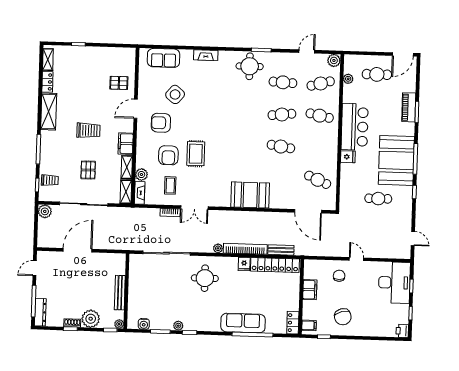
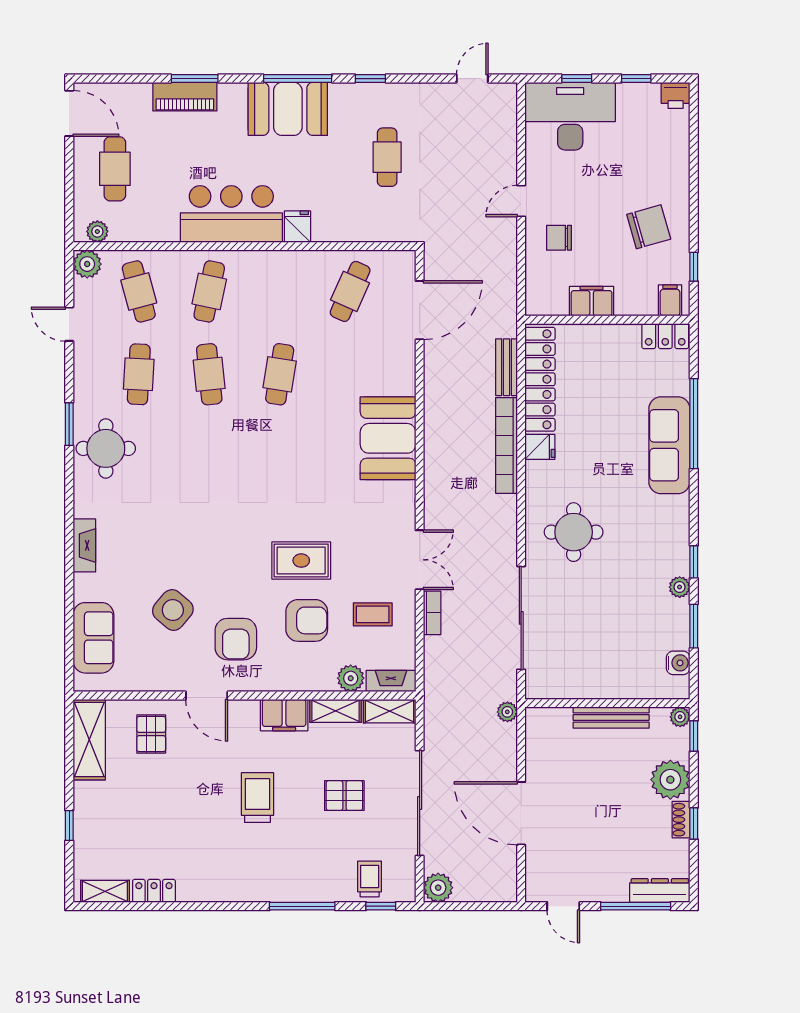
plant: (348, 79) -> (97, 231), moved
shelving: (49, 112) -> (89, 740), moved, turned 90
booth: (396, 160) -> (288, 109), width x0.73, depth x0.70
plant: (218, 248) -> (507, 712), moved

